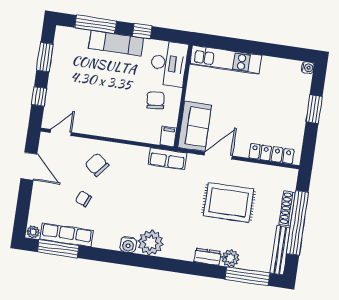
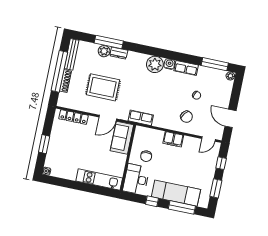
exam couch: (116, 43) -> (176, 193), width x1.36, depth x1.45
filing cabinet: (168, 137) -> (173, 139), moved, width x2.00
row of seats: (67, 235) -> (186, 68), moved, width x0.68
window: (247, 276) -> (109, 42), moved

